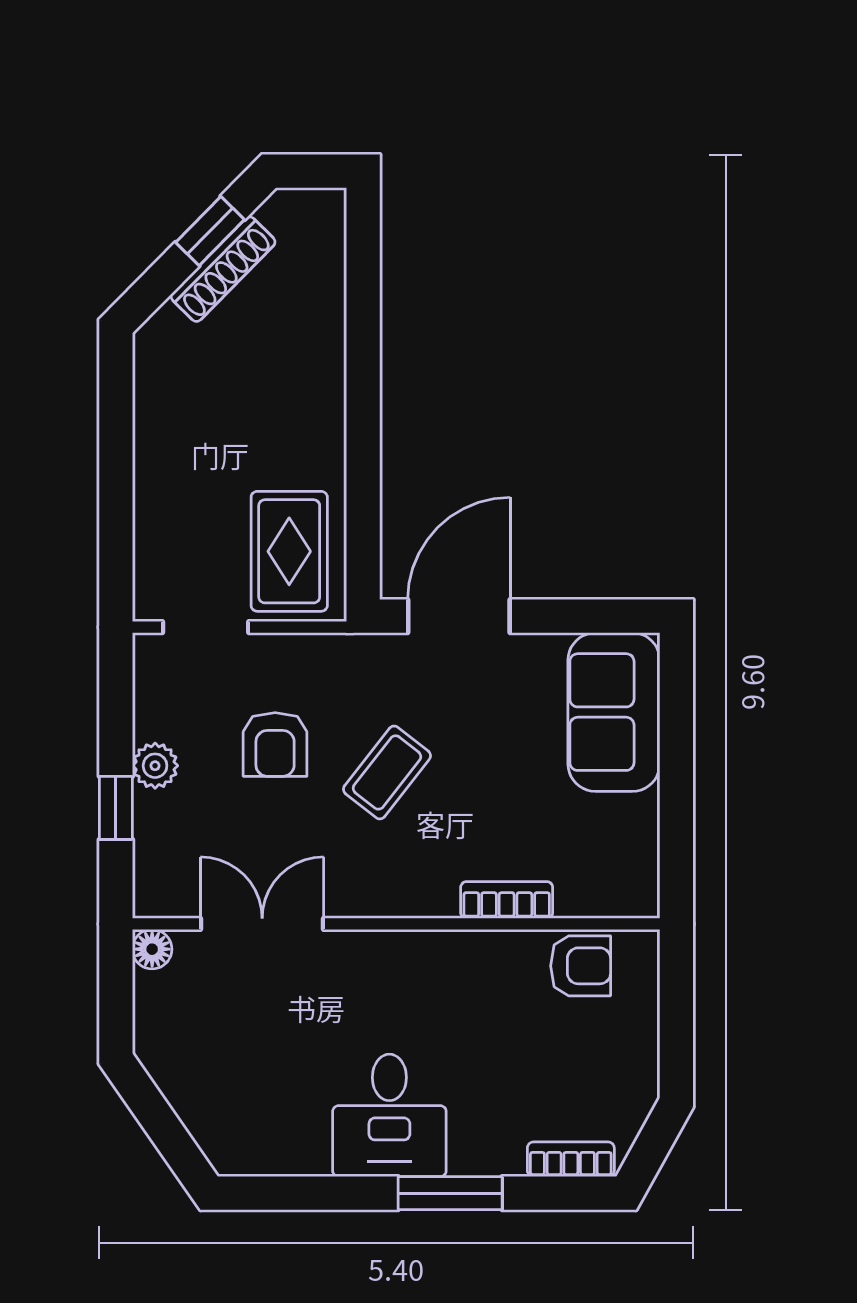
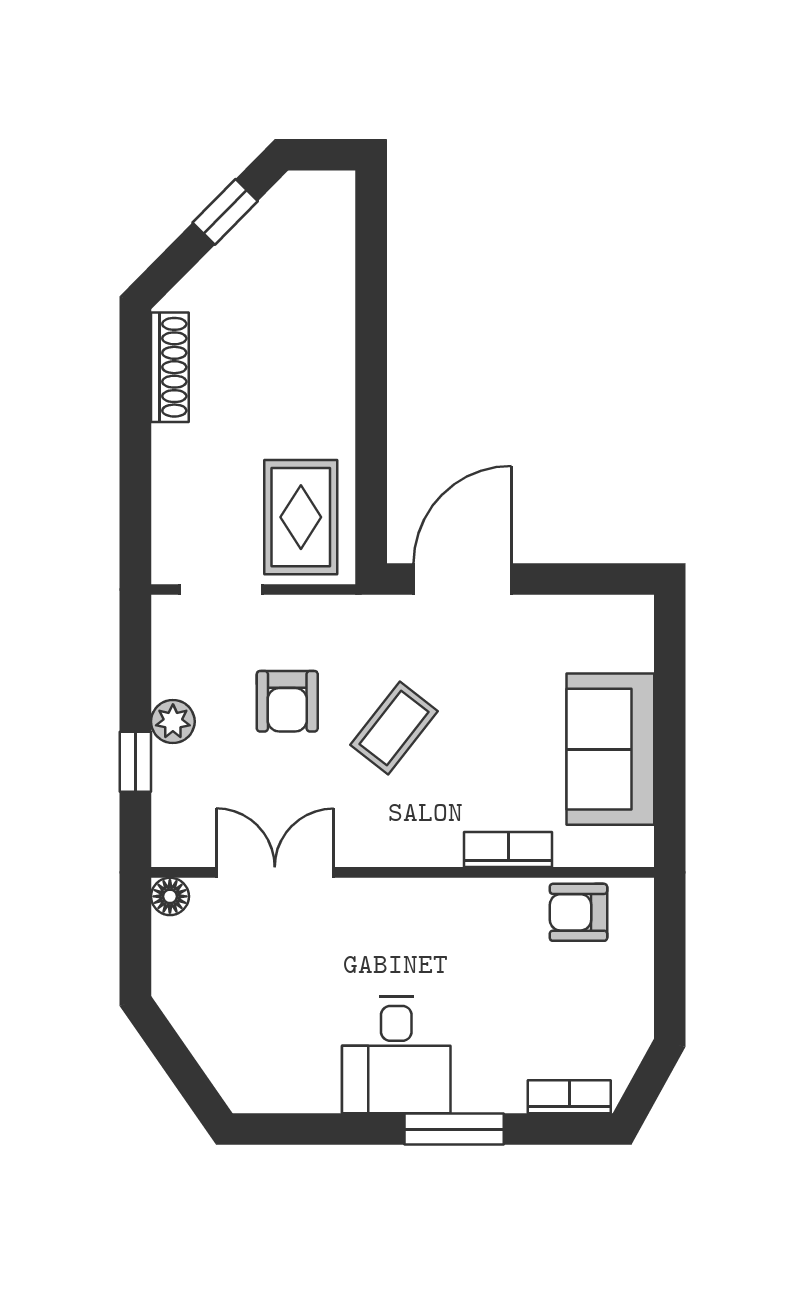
shoe rack: (223, 269) -> (170, 367), moved, turned -45
sofa: (614, 712) -> (610, 749), moved
armchair: (581, 966) -> (578, 912), turned 180

